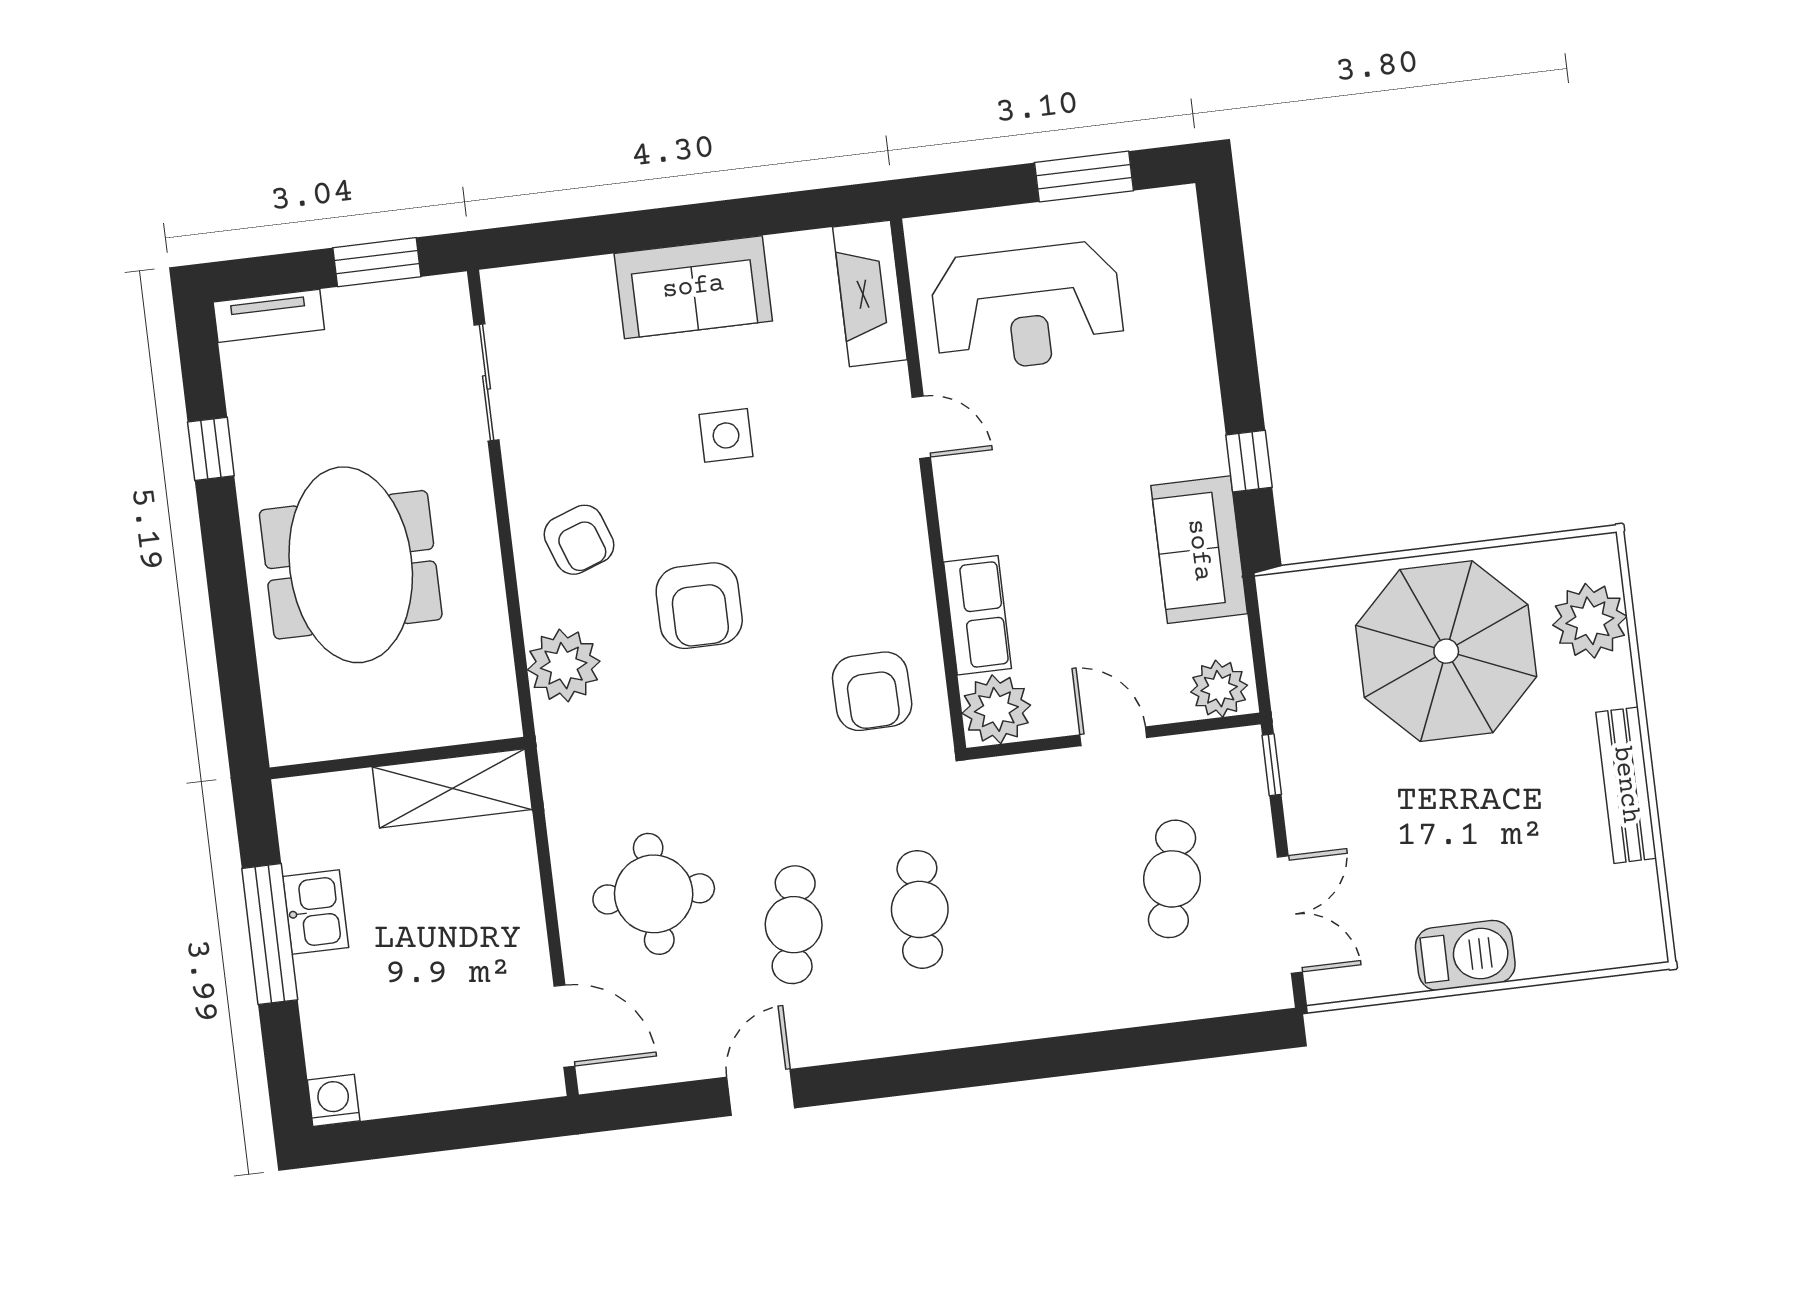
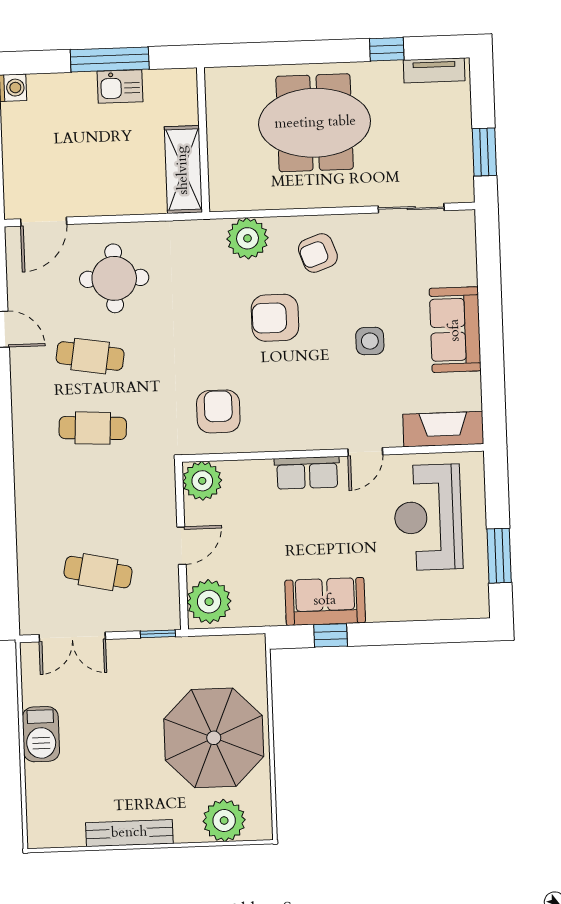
tv unit: (269, 316) -> (434, 70), moved, turned -90
sofa: (1199, 550) -> (325, 601), moved
row of seats: (978, 615) -> (307, 473), moved
plant: (1219, 689) -> (209, 602), width x1.36, depth x1.36
armchair: (872, 691) -> (218, 411), turned 91

